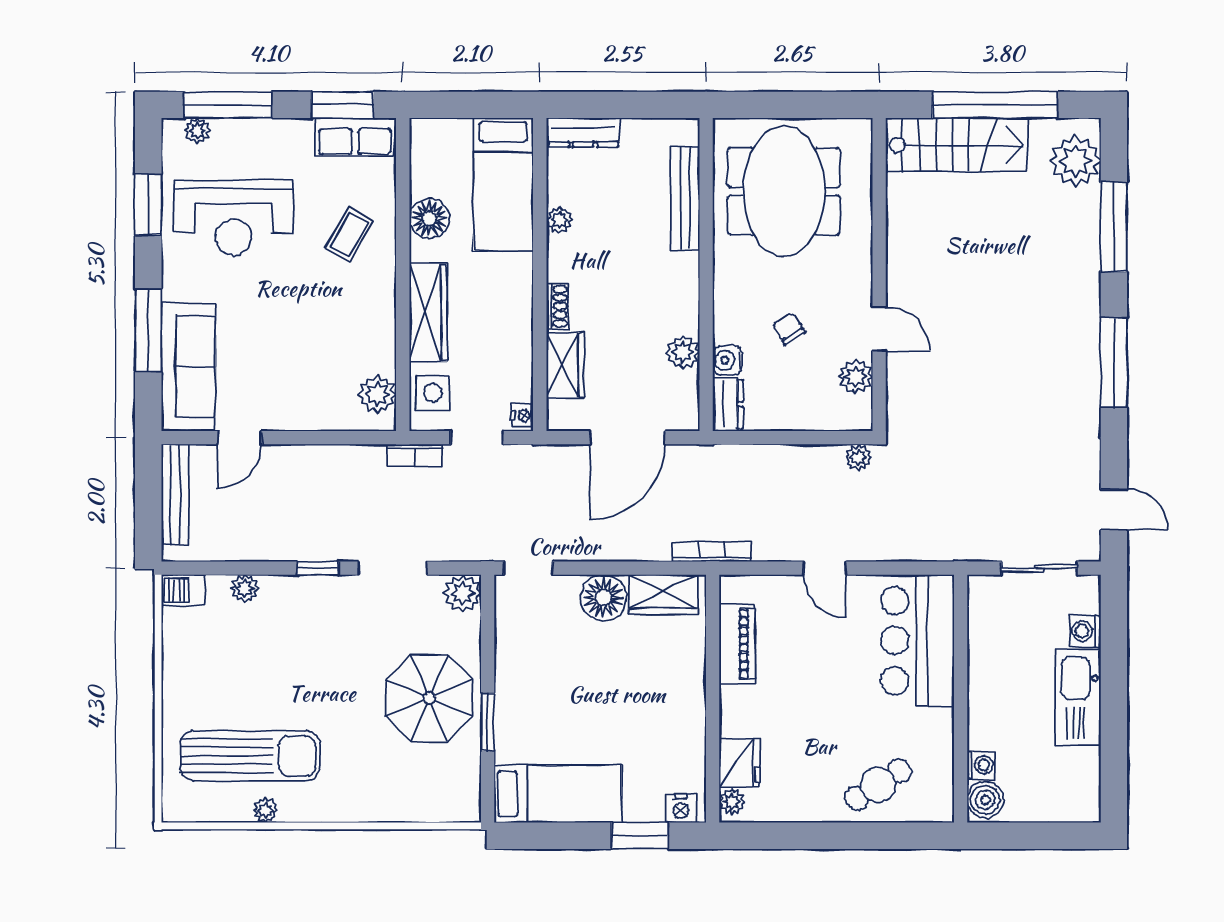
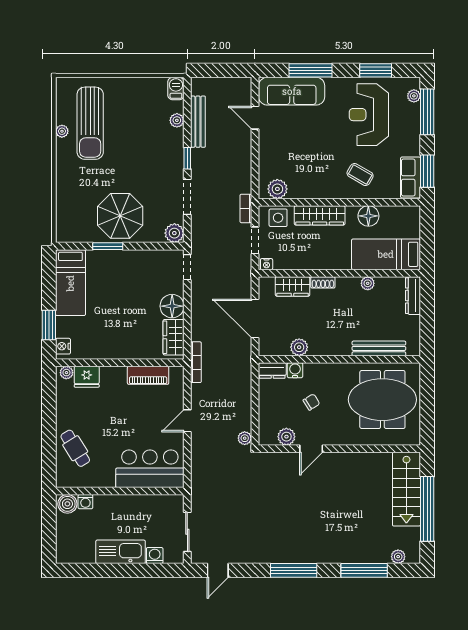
plant: (1075, 161) -> (398, 557), width x0.53, depth x0.53
bench: (175, 495) -> (198, 122), moved, turned 90

